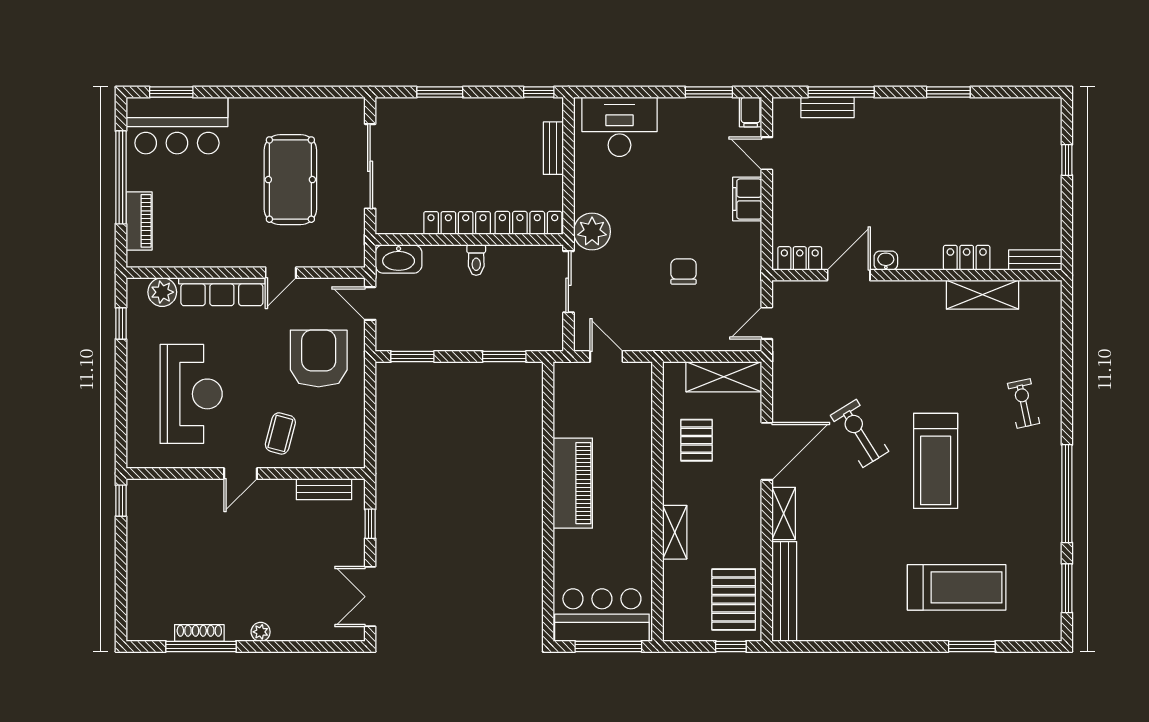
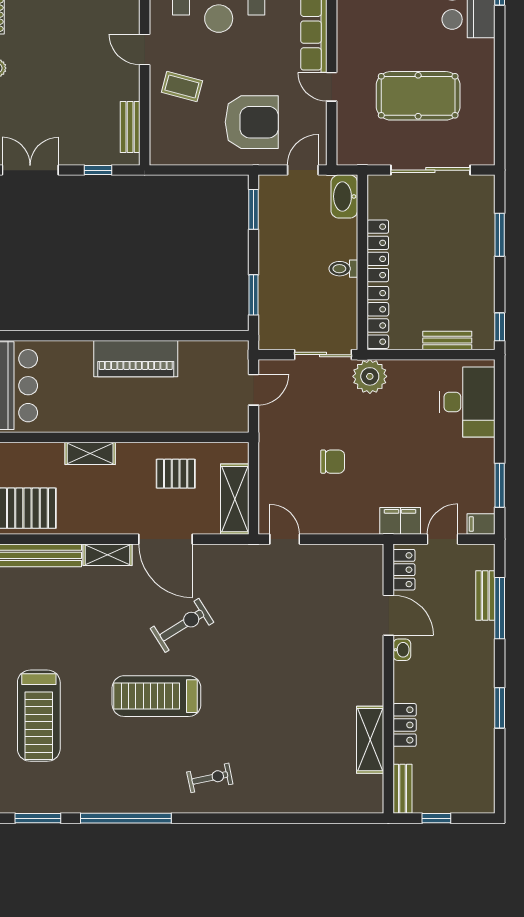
locker: (800, 258) -> (404, 570), moved
locker: (967, 258) -> (405, 725), moved
bench: (1035, 260) -> (403, 789), moved
washbasin: (886, 261) -> (402, 650), moved
door: (849, 275) -> (388, 615), moved
wall: (917, 275) -> (388, 679), moved
shelving: (983, 295) -> (370, 740), moved

